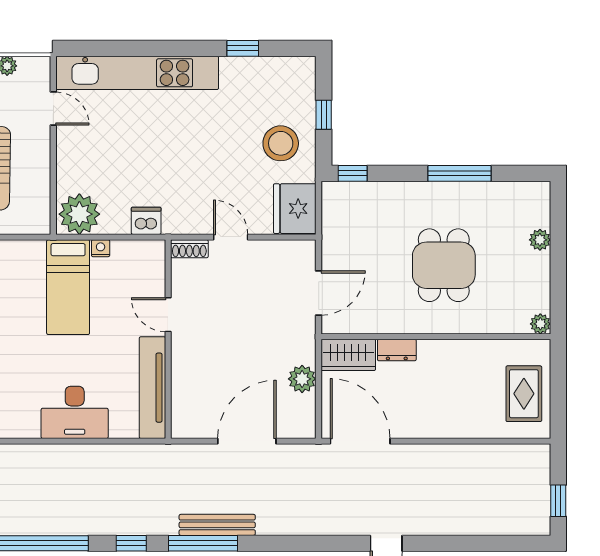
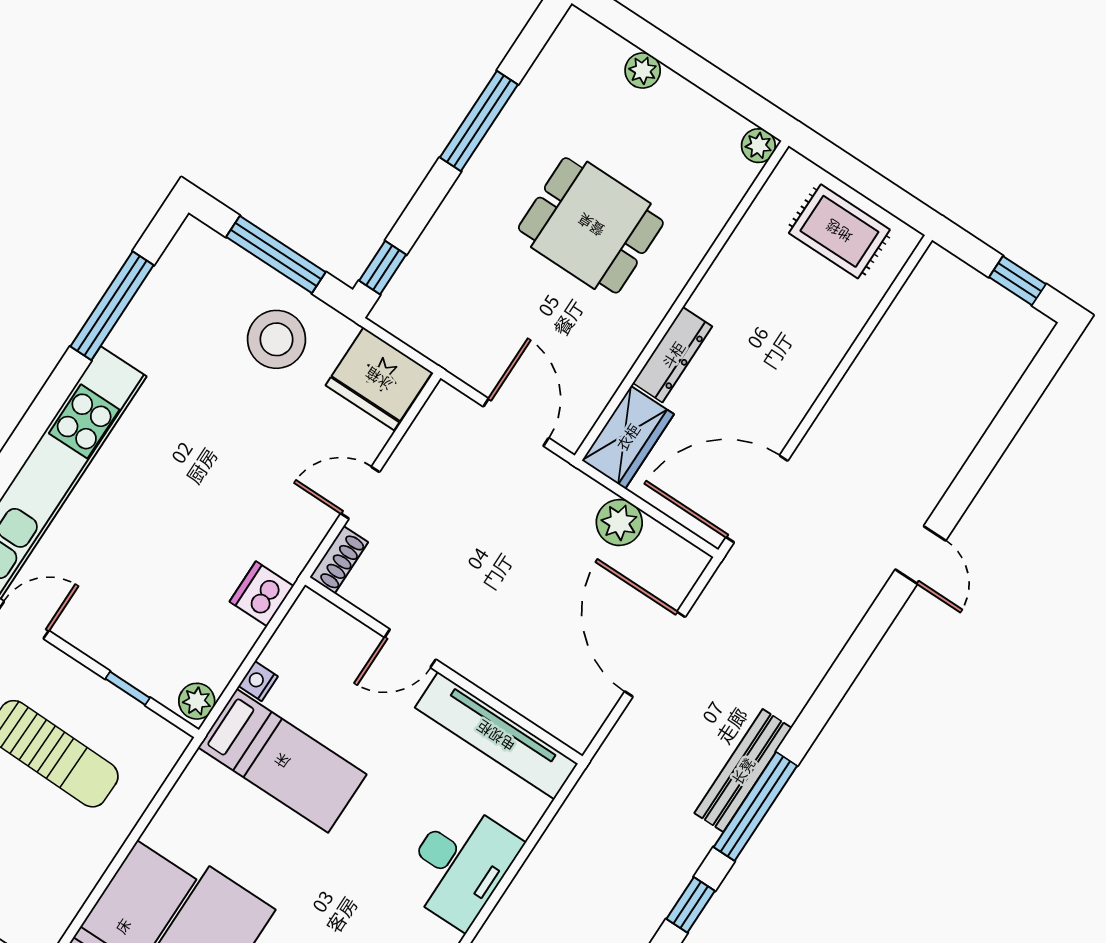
window: (243, 48) -> (112, 306), width x2.17
window: (324, 115) -> (276, 255), width x2.17
window: (53, 184) -> (128, 688), added
plant: (79, 214) -> (197, 701), width x0.53, depth x0.53
dresser: (397, 350) -> (673, 355), width x1.44

